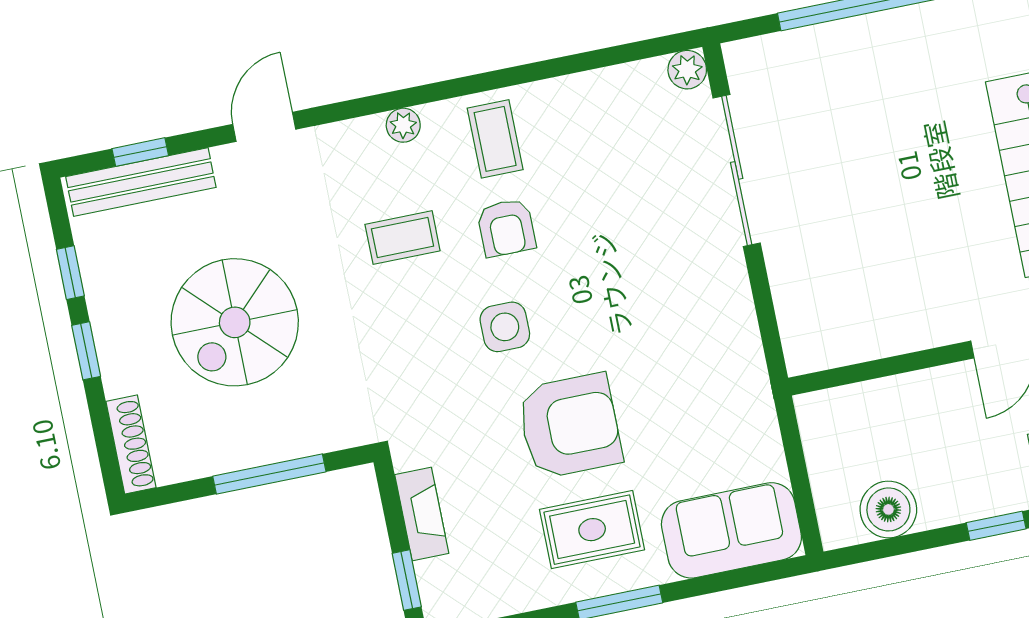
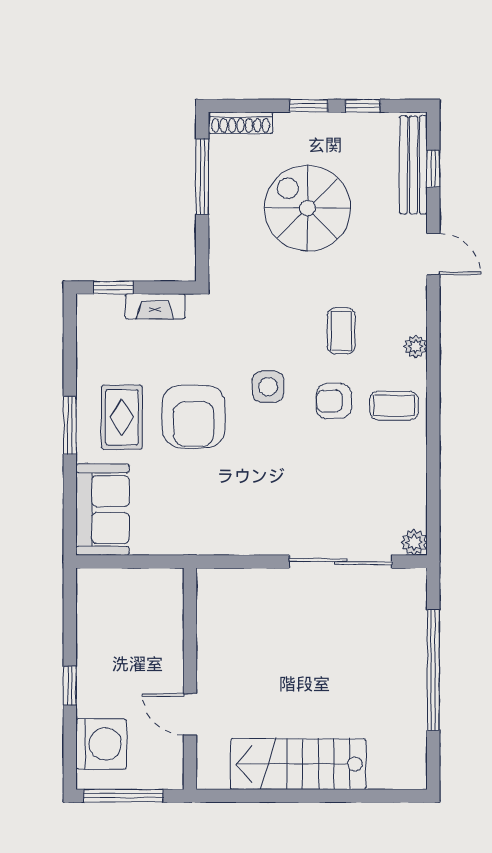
window: (269, 474) -> (202, 176), moved
boiler: (888, 509) -> (95, 617), removed

